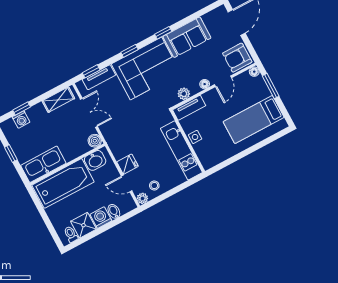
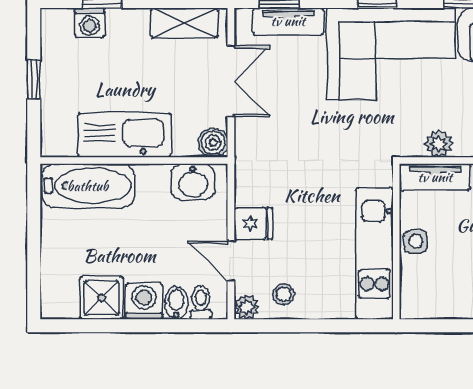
kitchen sink: (43, 164) -> (125, 135), moved
bathtub: (63, 183) -> (88, 186), width x0.73, depth x0.73
toilet: (71, 234) -> (201, 302), moved

